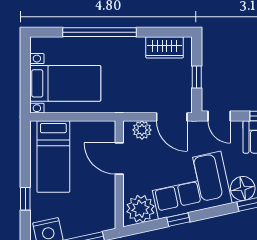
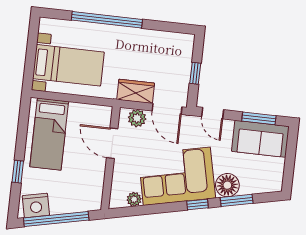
wardrobe: (165, 47) -> (136, 91), moved, turned 180
plant: (140, 209) -> (134, 199), width x0.53, depth x0.53
window: (178, 220) -> (198, 204), moved

